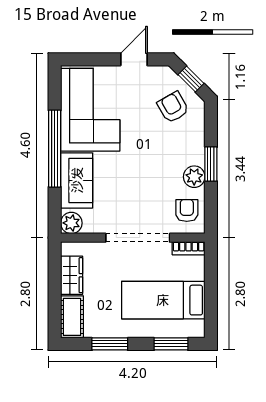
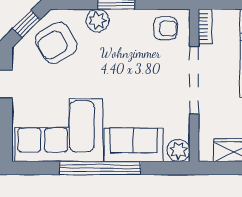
armchair: (173, 107) -> (56, 43), width x1.38, depth x1.38
plant: (194, 177) -> (97, 21), moved
armchair: (187, 210) -> (165, 28), turned 180

